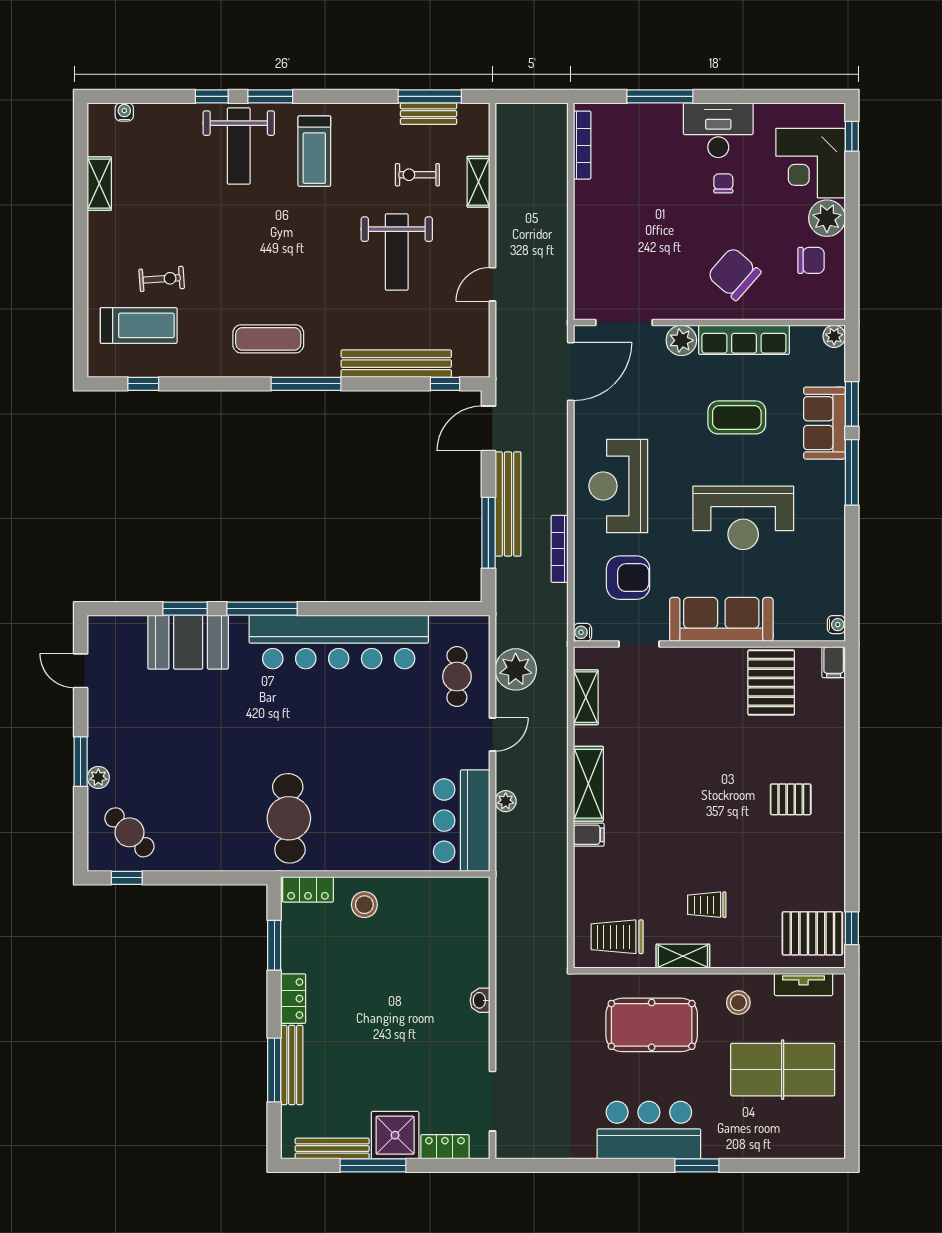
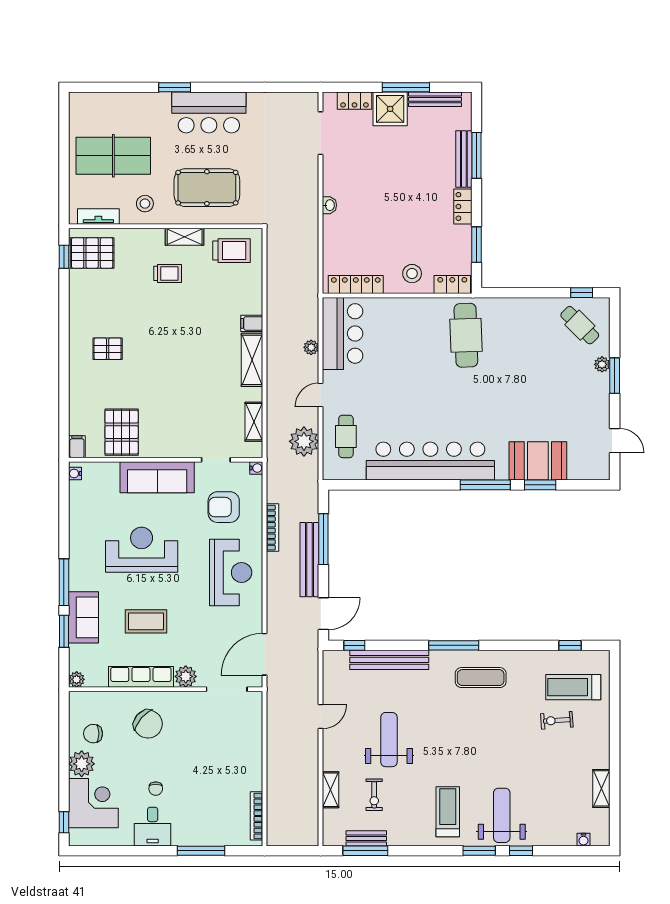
desk: (718, 130) -> (153, 827), width x0.73
exercise bike: (417, 175) -> (374, 795), turned 90
locker: (443, 889) -> (356, 284), added

